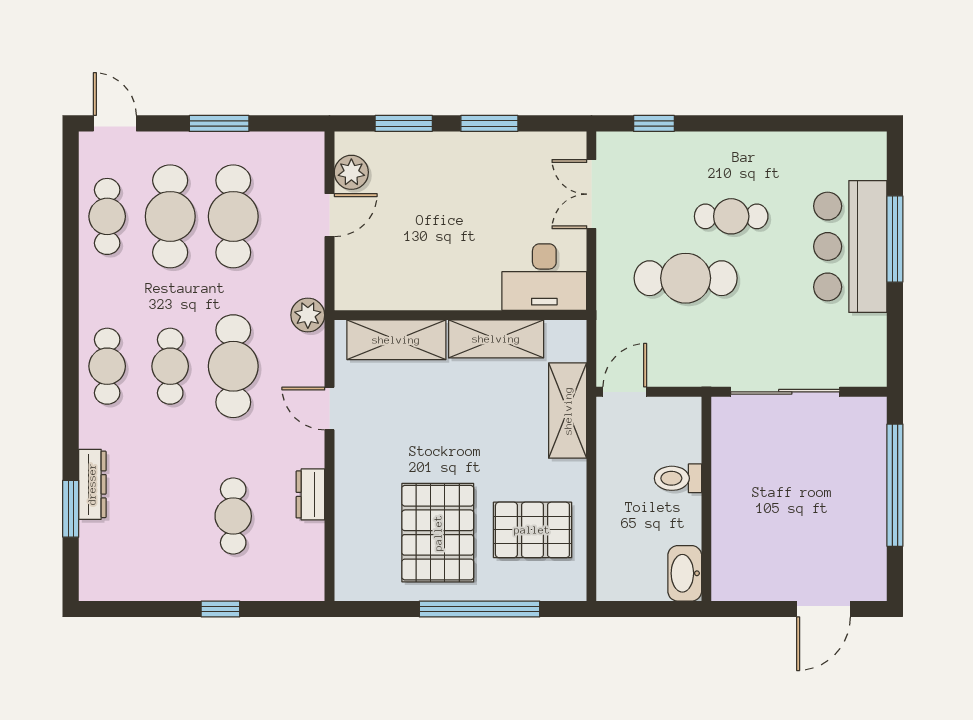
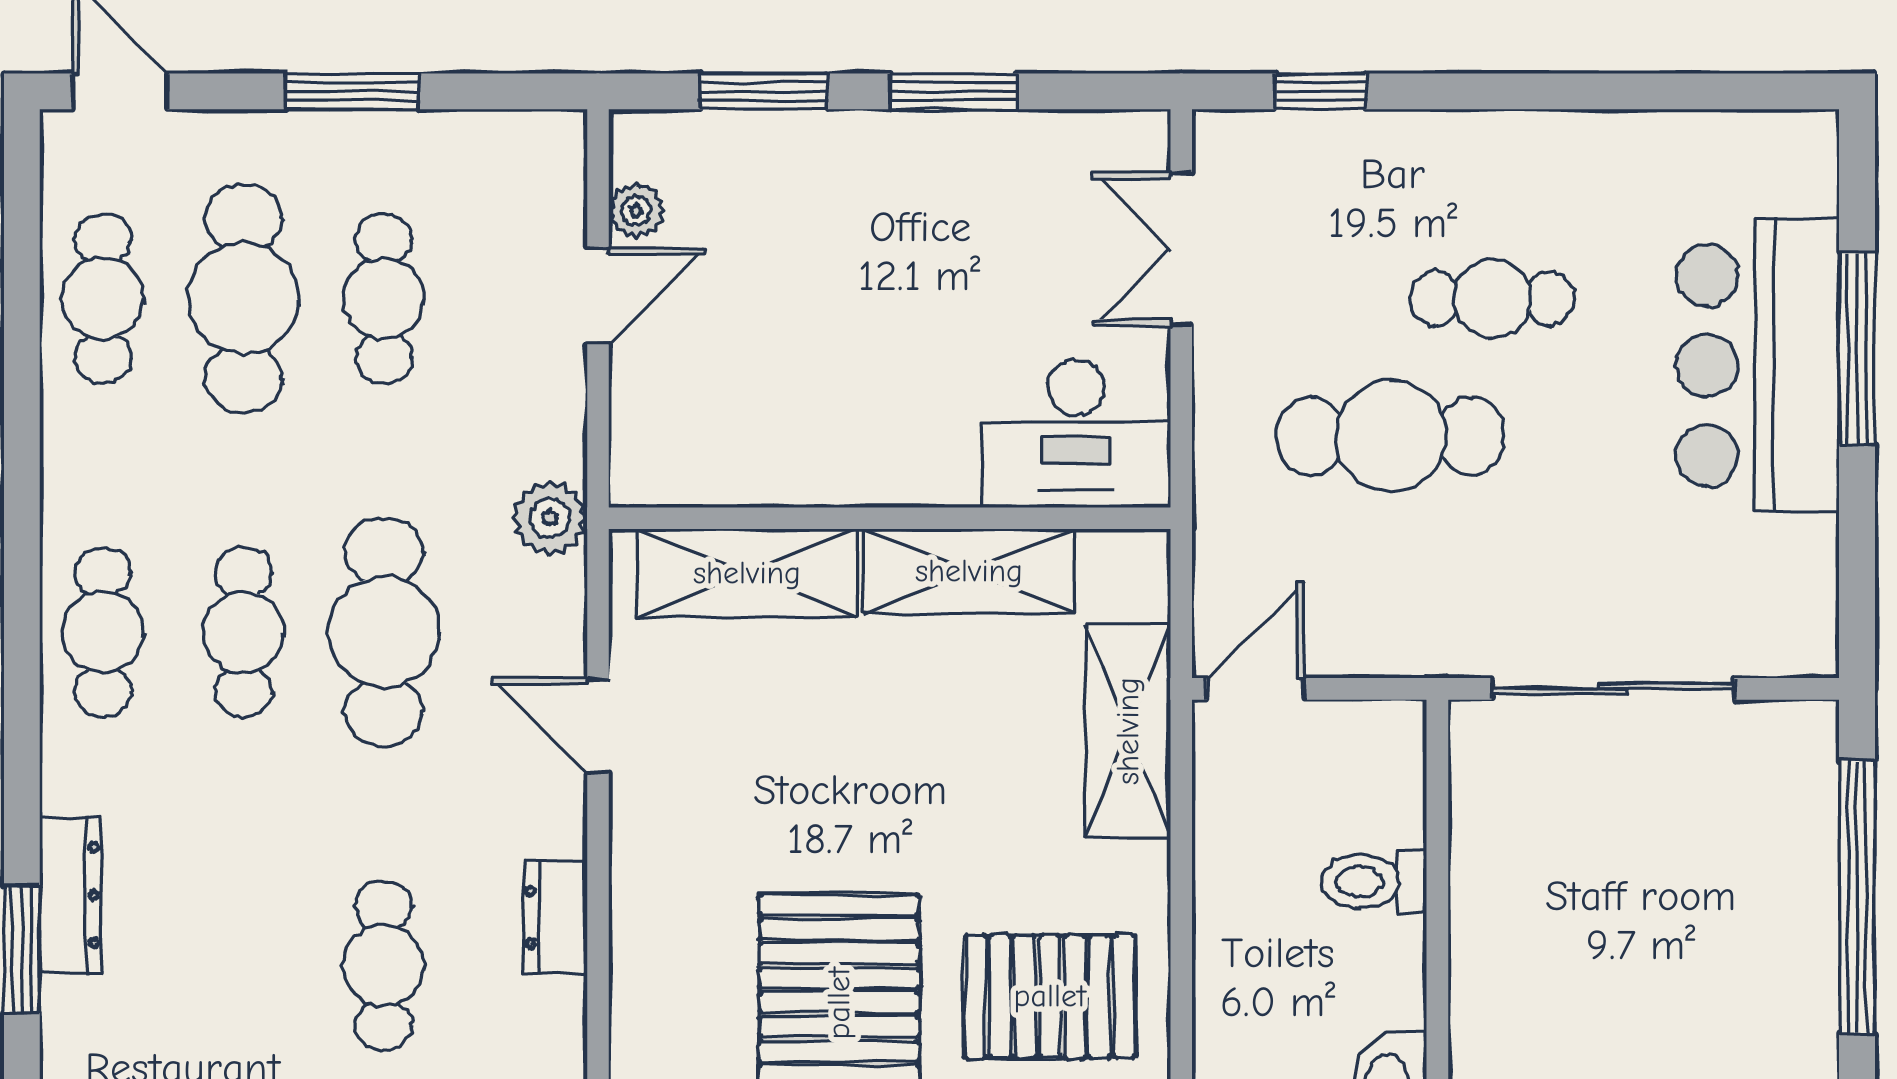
plant: (351, 172) -> (636, 211), width x0.73, depth x0.73
cafe table: (233, 216) -> (384, 298), width x0.73, depth x0.74

